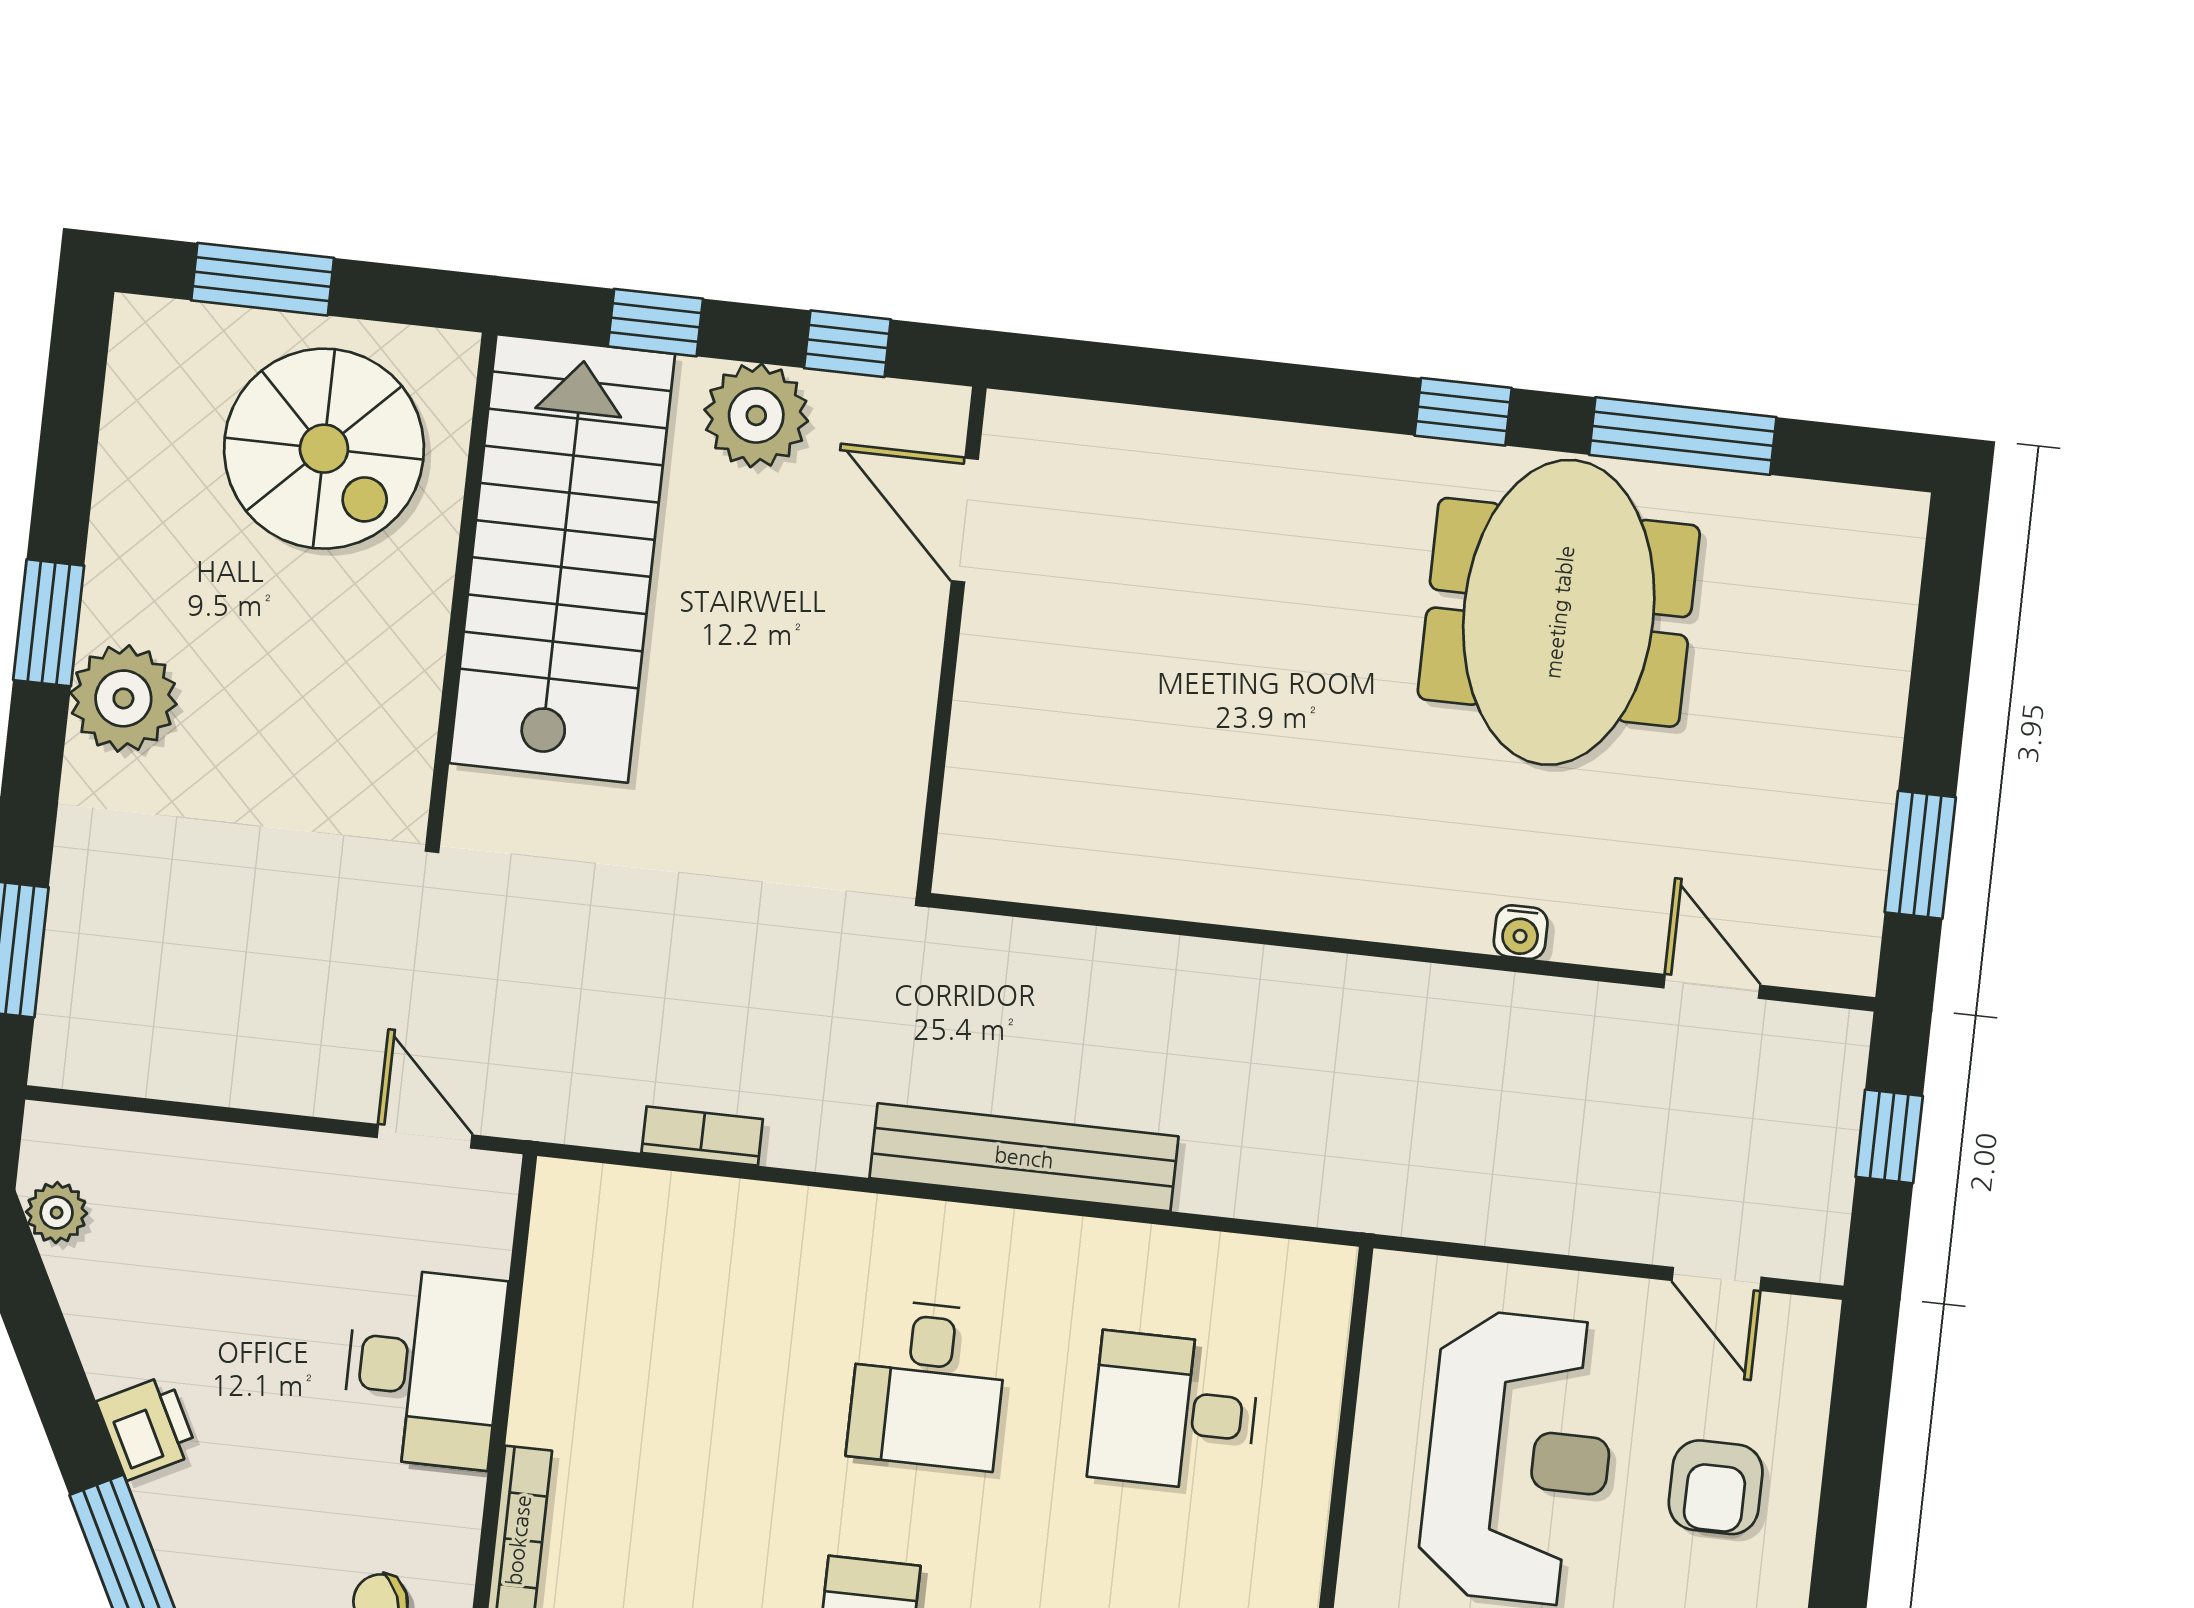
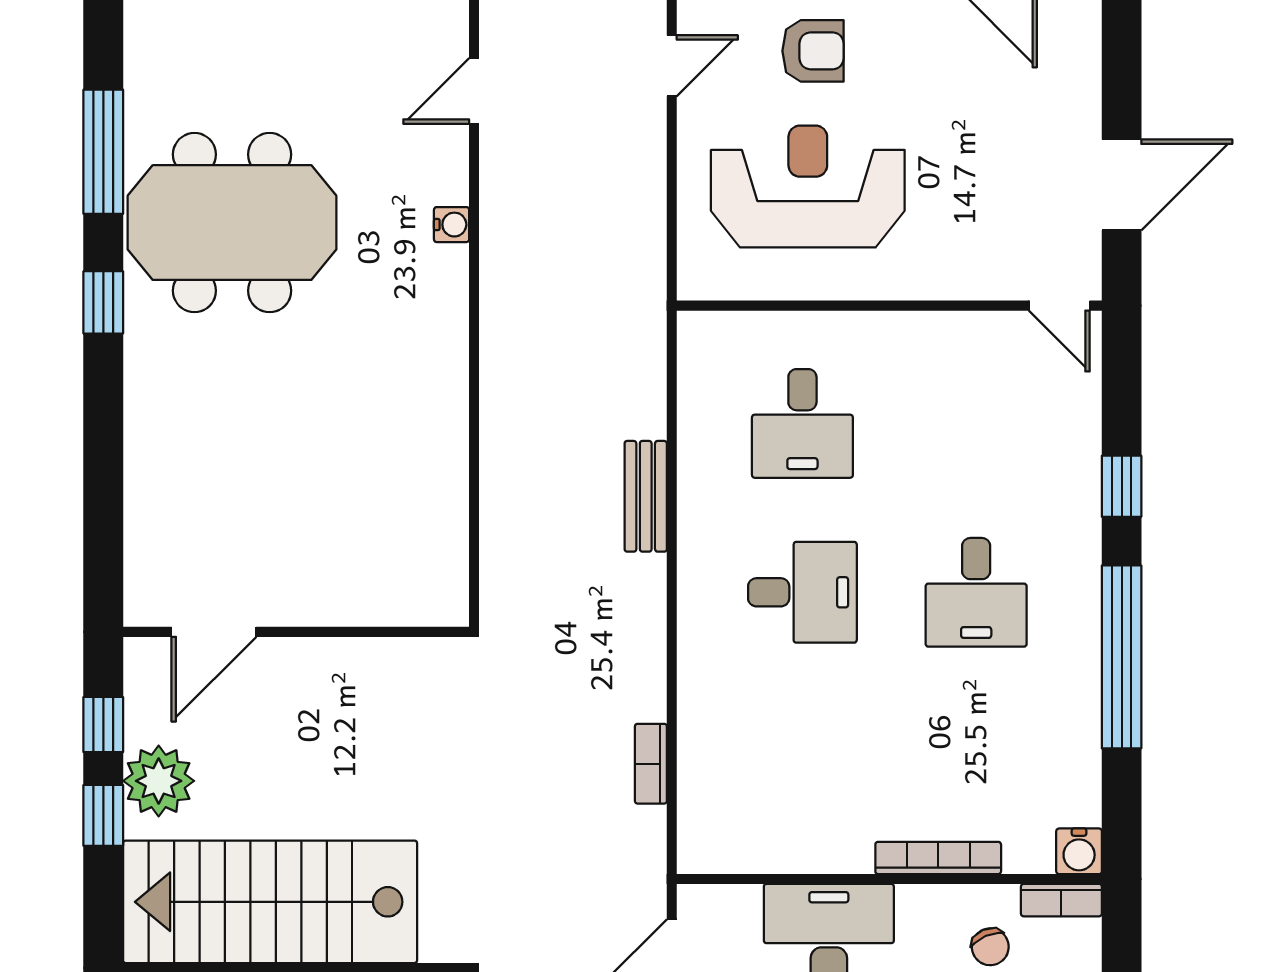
window: (655, 323) -> (103, 815), moved
bench: (1024, 1157) -> (646, 496), width x0.54, depth x0.82

